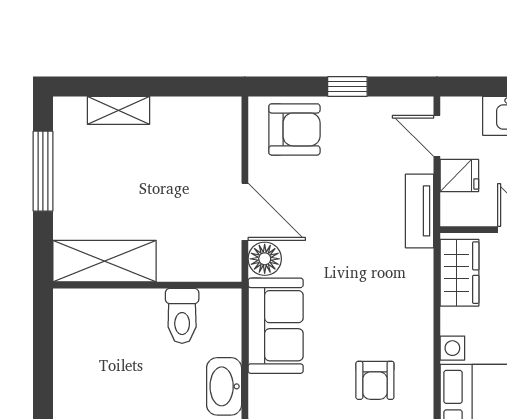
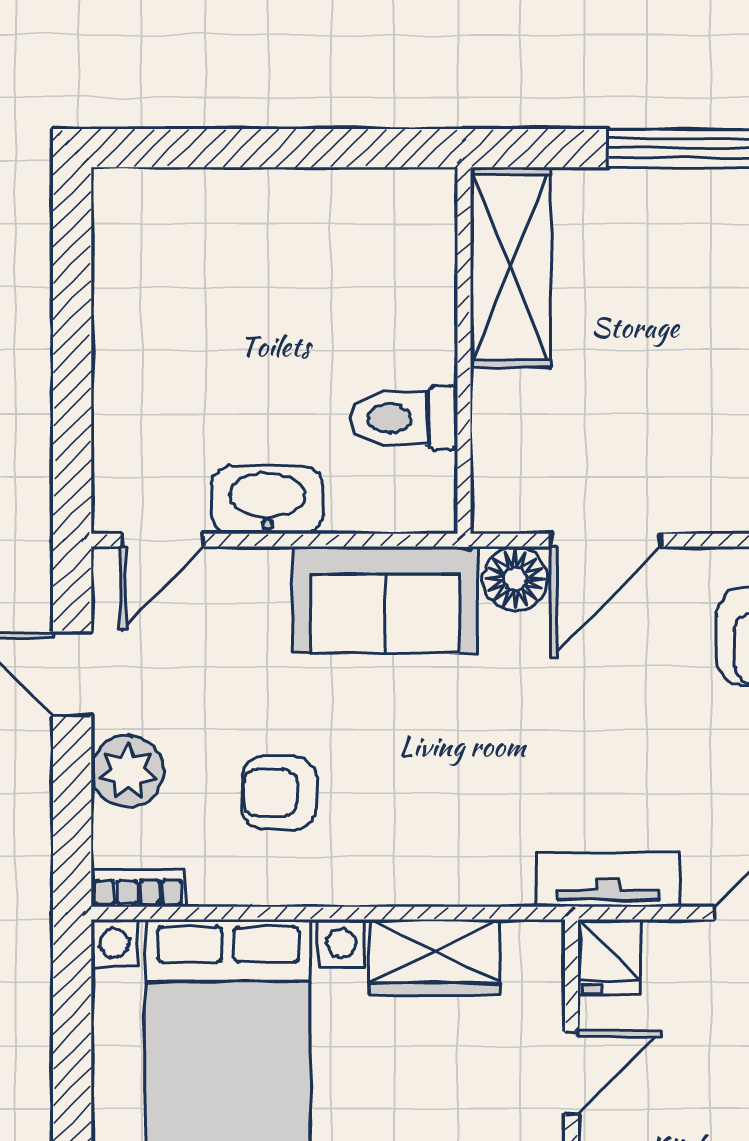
fridge: (459, 176) -> (609, 957), moved
wardrobe: (459, 273) -> (435, 957), moved

